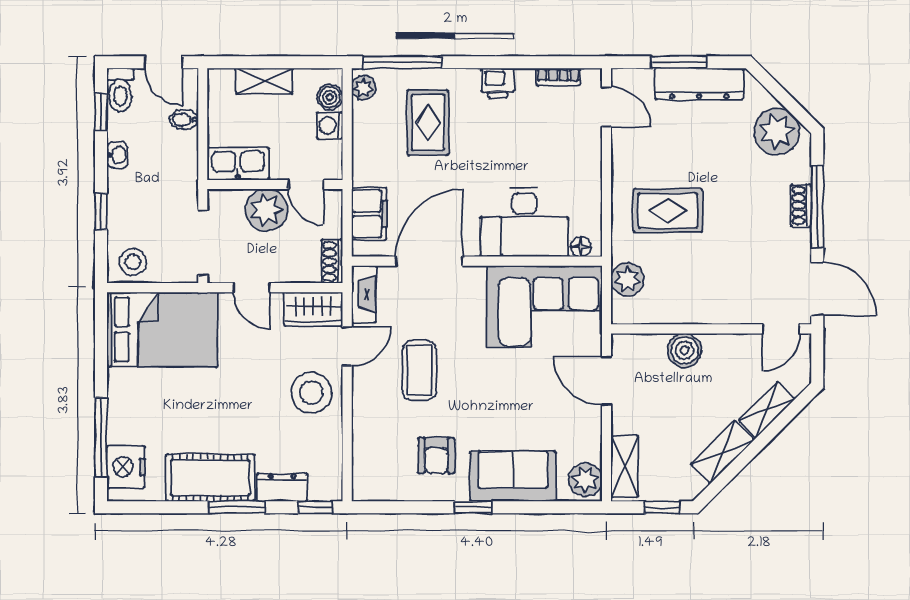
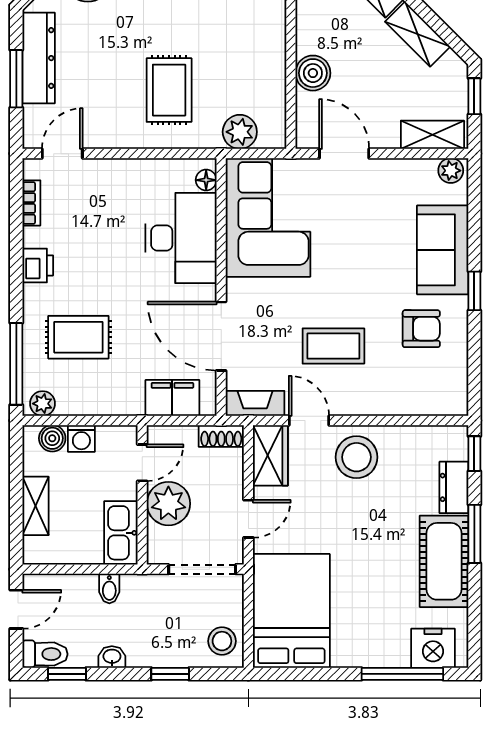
bidet: (184, 120) -> (109, 589), moved
door: (606, 381) -> (344, 154), swing flipped
plant: (585, 480) -> (451, 171), width x0.73, depth x0.73

